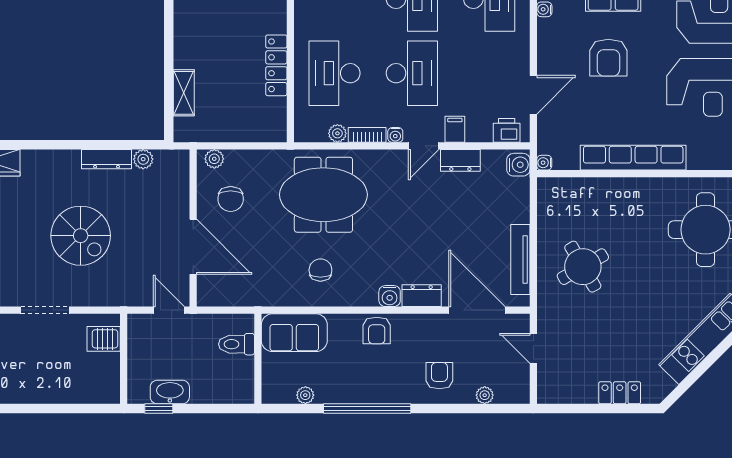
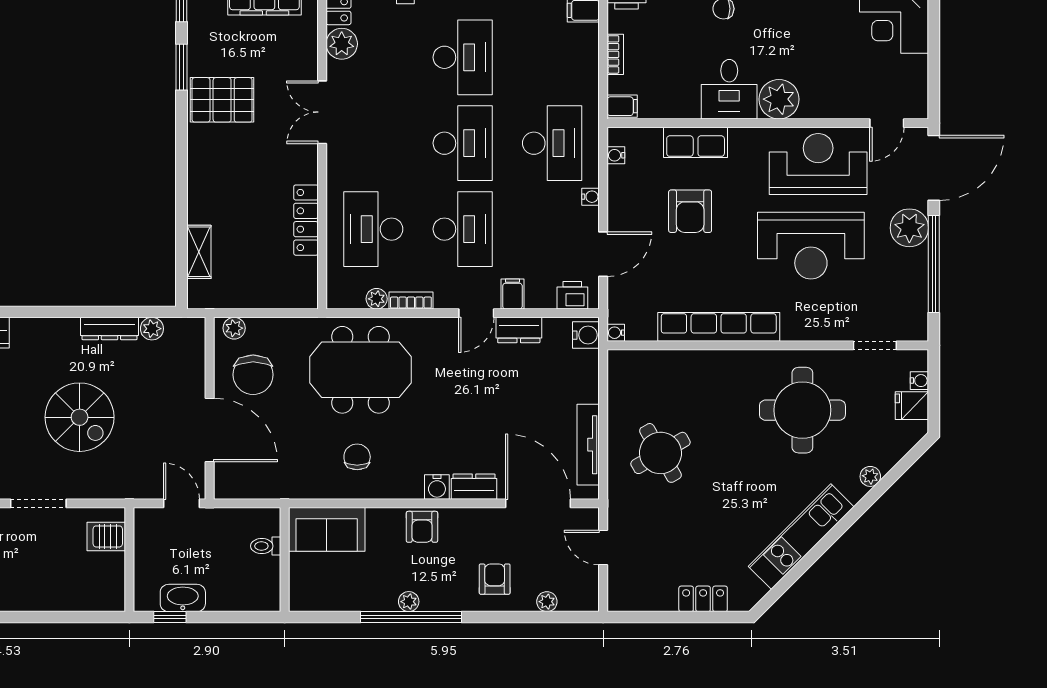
water cooler: (395, 135) -> (591, 197), moved, turned -90
chair: (231, 199) -> (253, 375), width x1.37, depth x1.37
toilet: (237, 344) -> (266, 546), width x0.73, depth x0.72
plant: (305, 395) -> (409, 602), moved

